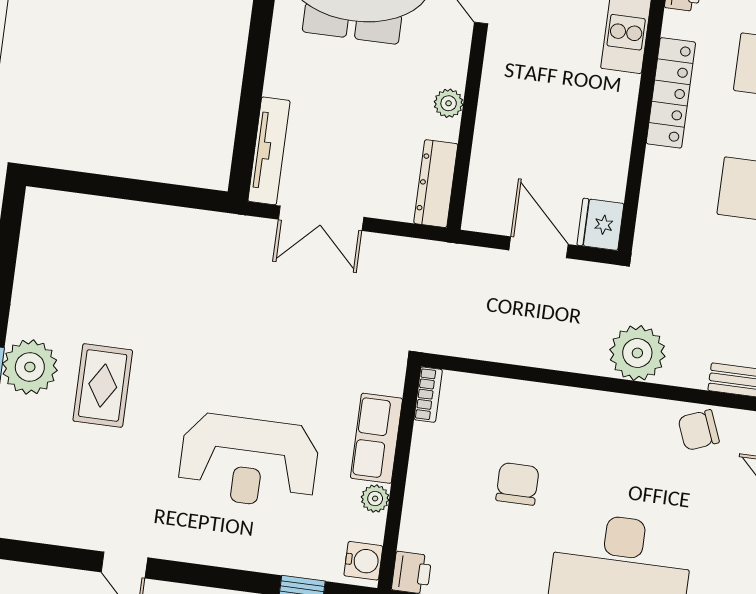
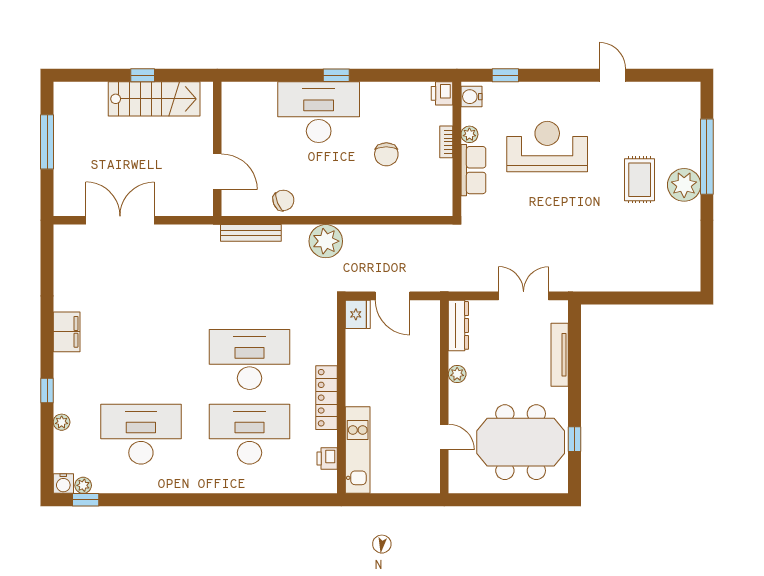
tv unit: (269, 151) -> (560, 355), moved
bookcase: (428, 395) -> (446, 142), moved

